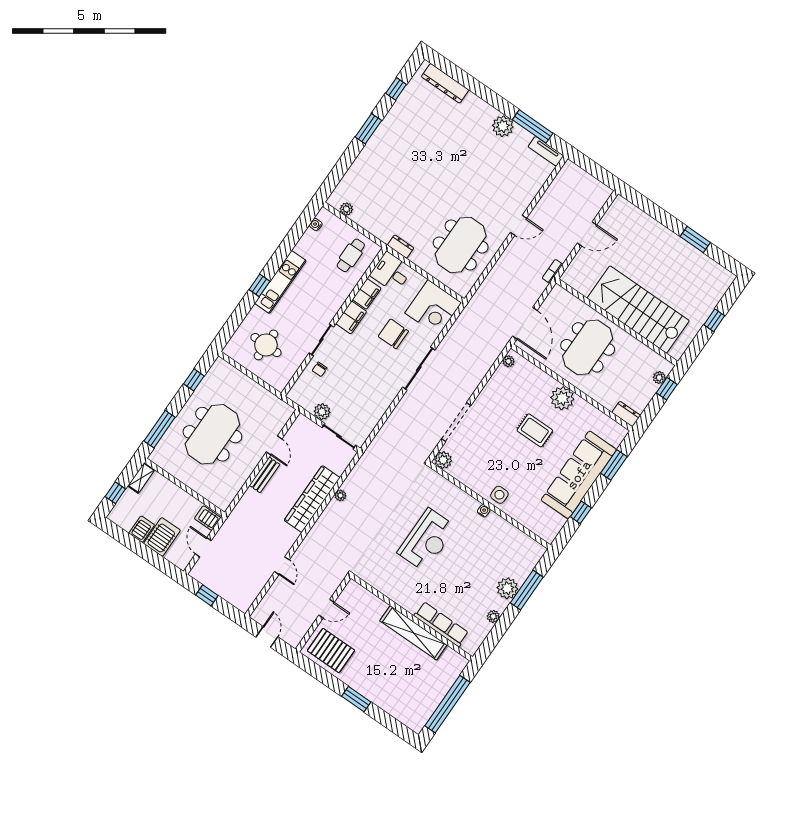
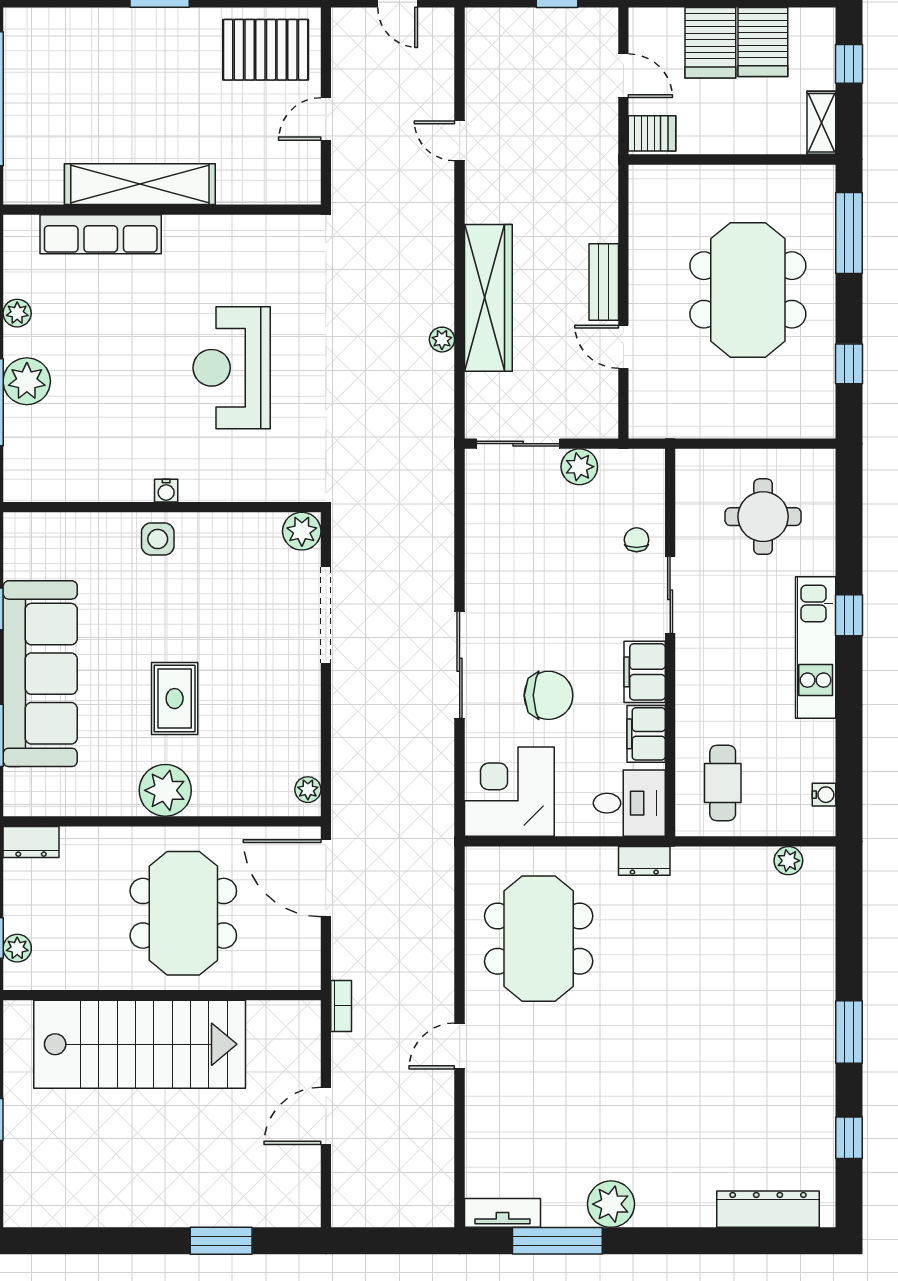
window: (695, 239) -> (221, 1241), moved
rug: (535, 430) -> (175, 699), turned 90
server rack: (142, 529) -> (763, 42), width x1.36, depth x1.44

